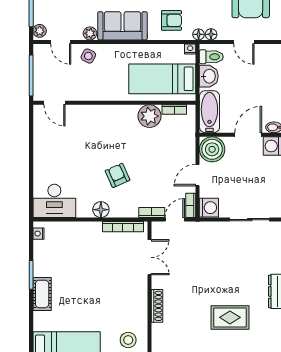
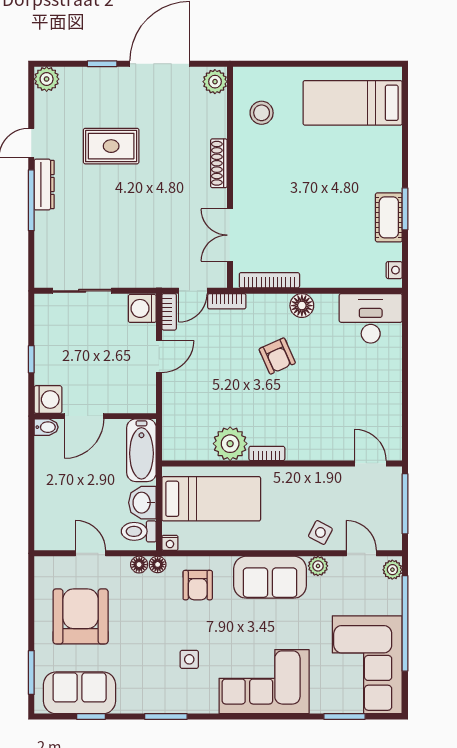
armchair: (171, 20) -> (198, 585), turned -90
bookcase: (174, 110) -> (267, 453), moved
boiler: (212, 149) -> (138, 395), removed
cot: (42, 294) -> (389, 217), moved

